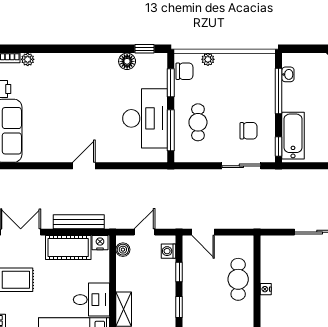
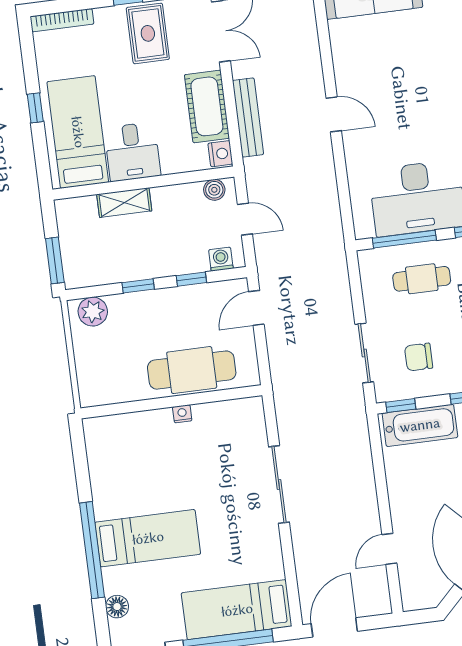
chair: (249, 131) -> (419, 357), turned 90
cafe table: (238, 279) -> (192, 370), width x1.37, depth x1.35

